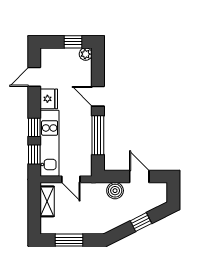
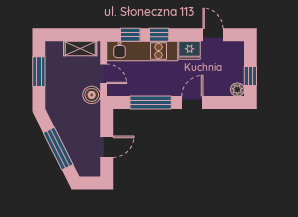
door: (71, 179) -> (104, 74), swing flipped
boiler: (115, 191) -> (92, 95), moved
window: (141, 222) -> (58, 149), width x2.17

